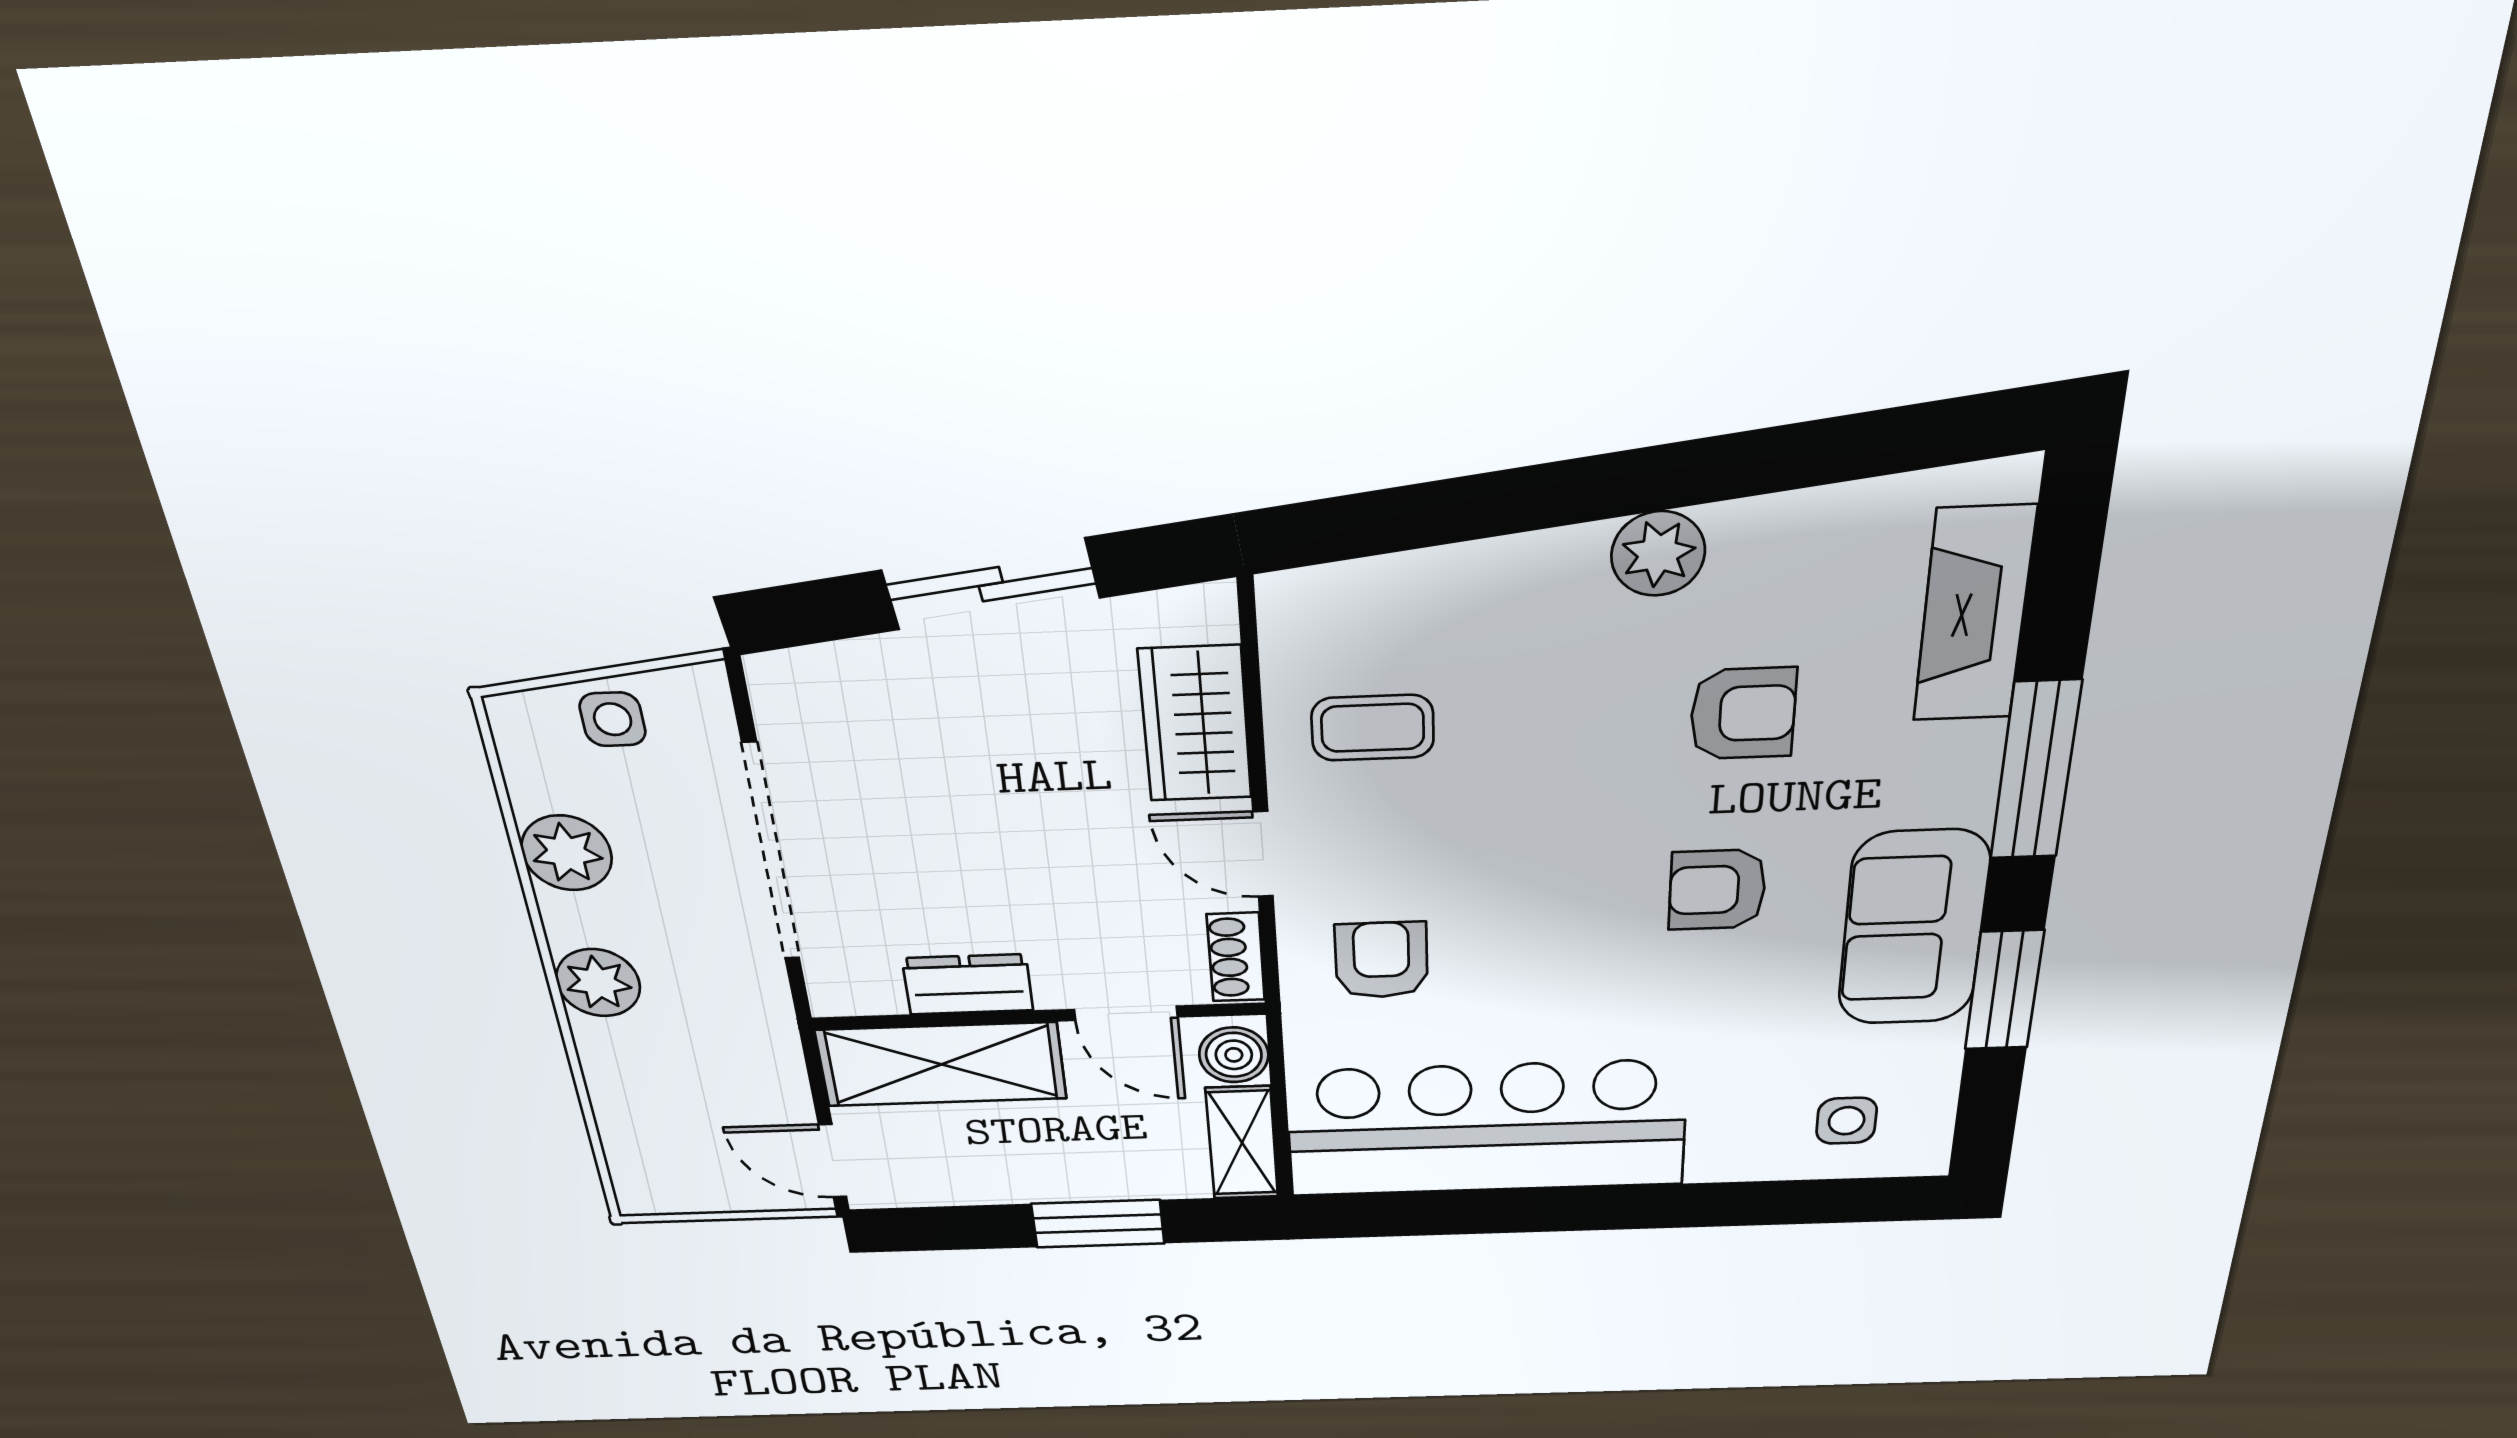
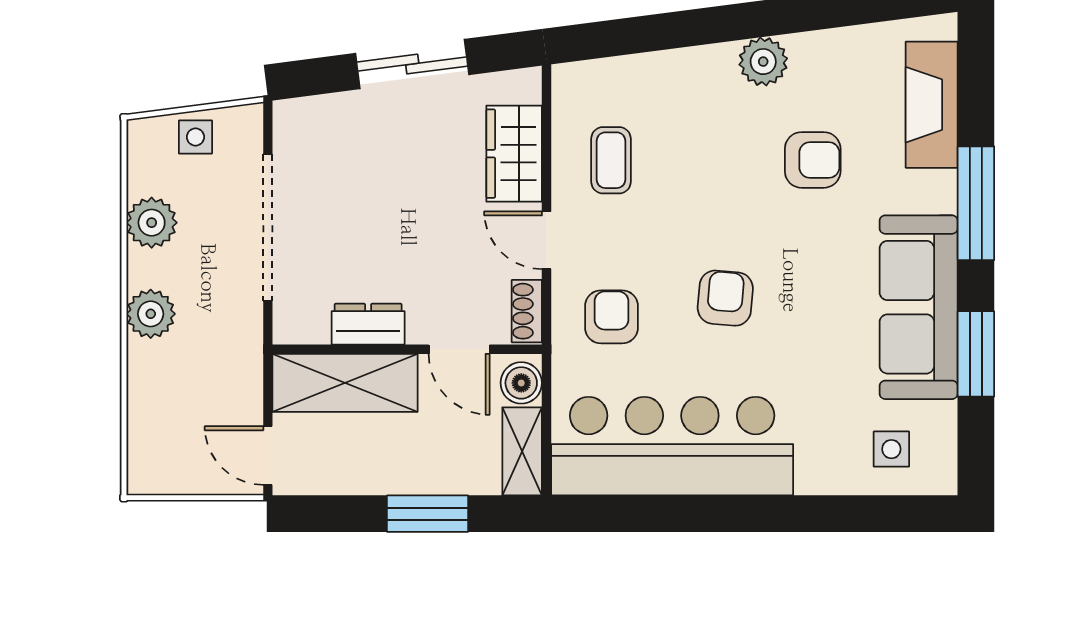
coffee table: (1373, 728) -> (611, 160), turned 90
armchair: (1717, 890) -> (725, 298), moved, turned 95
sofa: (1913, 928) -> (919, 307), width x1.36

